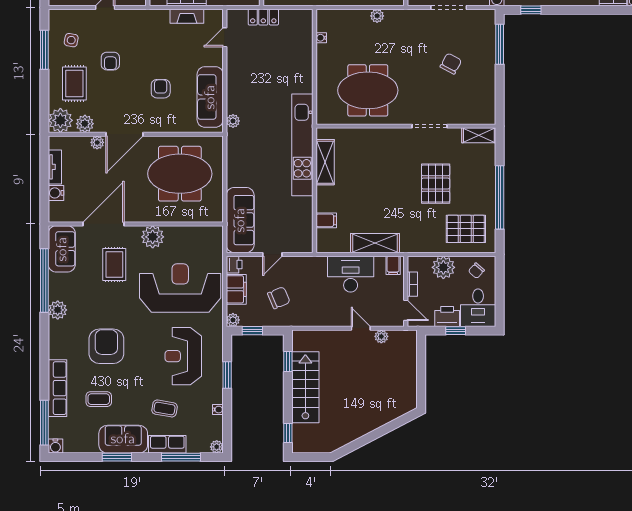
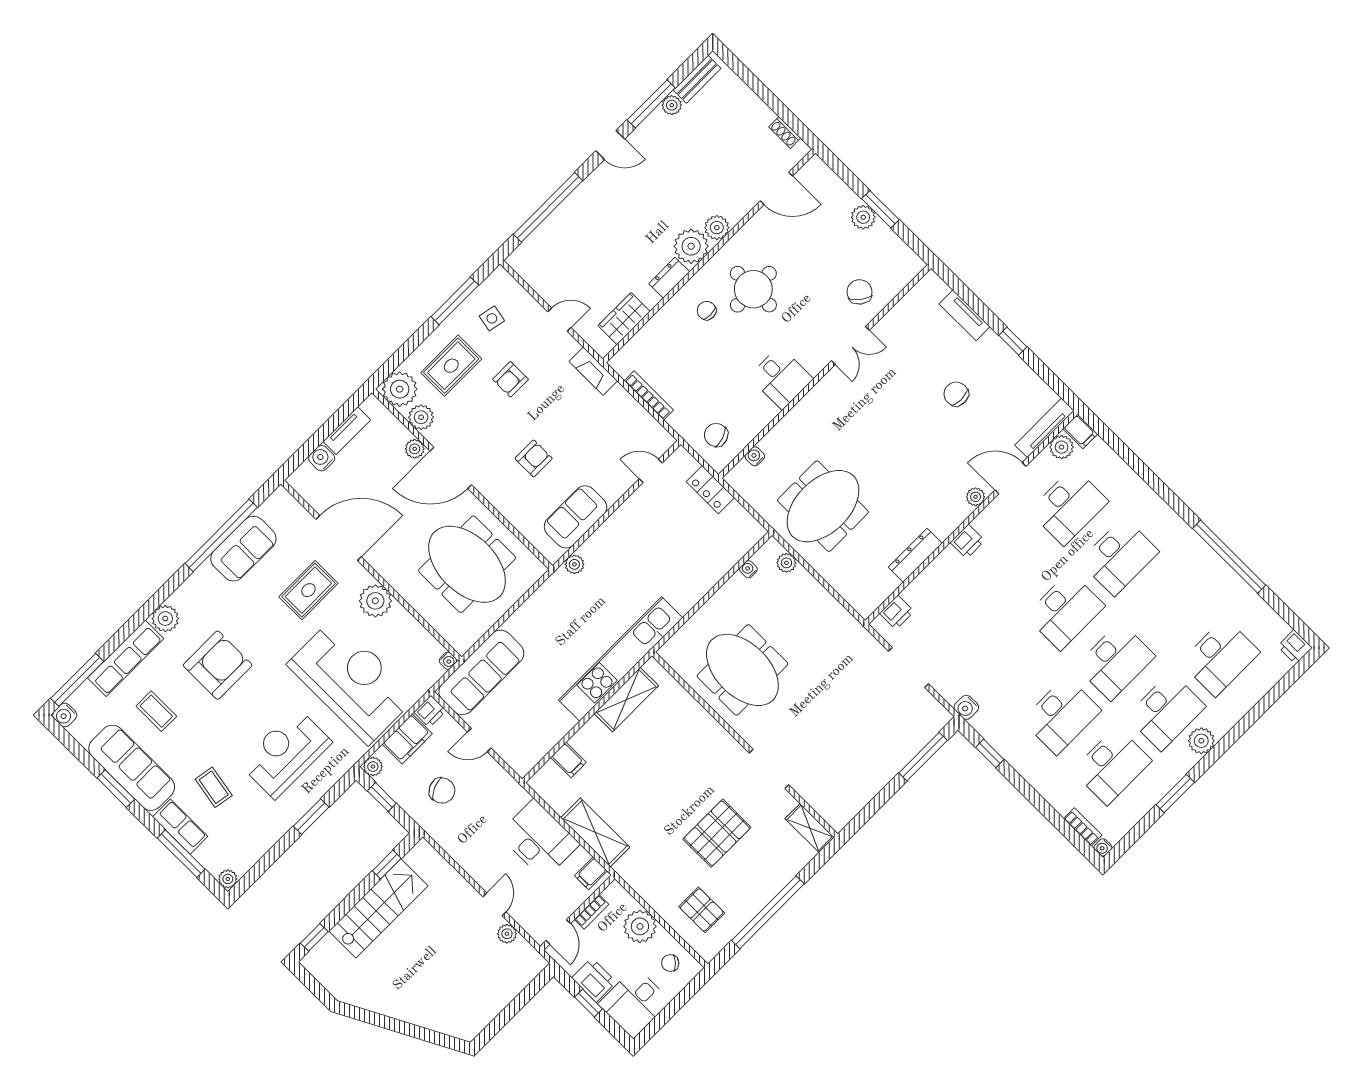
fireplace: (187, 16) -> (593, 371), moved
plant: (377, 16) -> (786, 563), moved
chair: (451, 64) -> (854, 727), removed
sofa: (210, 97) -> (576, 517), width x0.73
pallet: (466, 229) -> (702, 910), width x0.67, depth x0.71
sofa: (62, 249) -> (243, 549), moved
plant: (58, 310) -> (165, 619), moved
water cooler: (218, 410) -> (448, 661), moved
sofa: (123, 439) -> (132, 768), width x1.36

